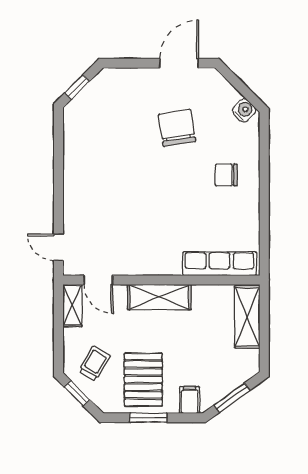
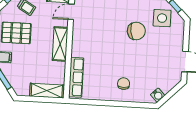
side table: (101, 110) -> (162, 18), added
chair: (177, 128) -> (136, 31), moved

